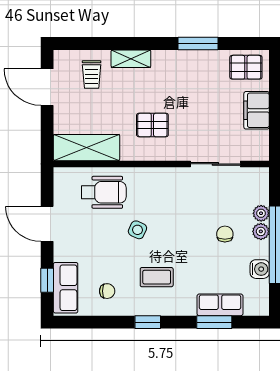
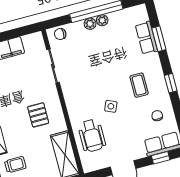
wheelchair: (104, 192) -> (92, 136), turned 180
plant: (261, 213) -> (102, 20), moved
chair: (225, 234) -> (60, 34), moved
water cooler: (260, 269) -> (115, 18), removed

